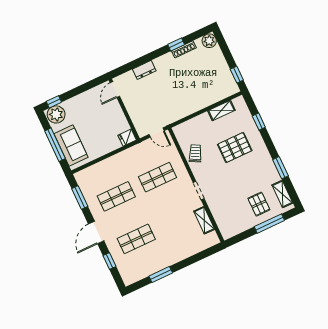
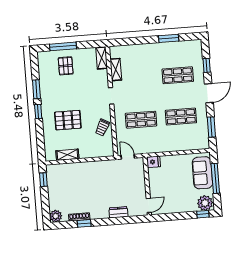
window: (259, 122) -> (38, 112), moved
shelving: (282, 194) -> (102, 58), moved

